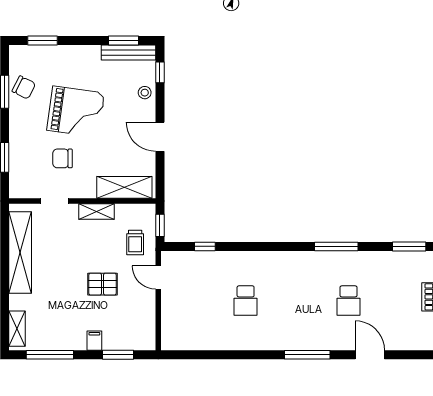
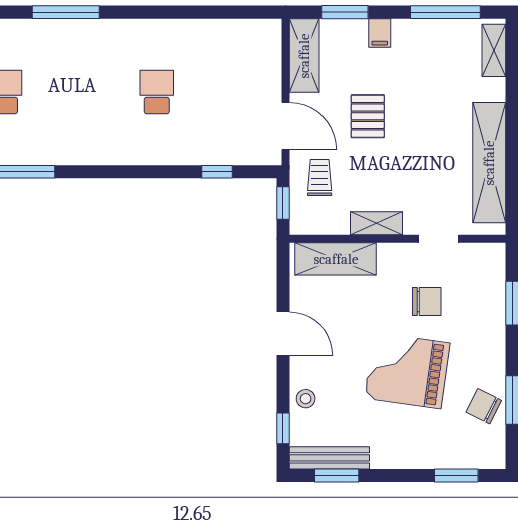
door: (158, 277) -> (286, 126), width x1.38
pallet: (103, 284) -> (368, 116), turned 90
shelving: (146, 325) -> (304, 56), added

